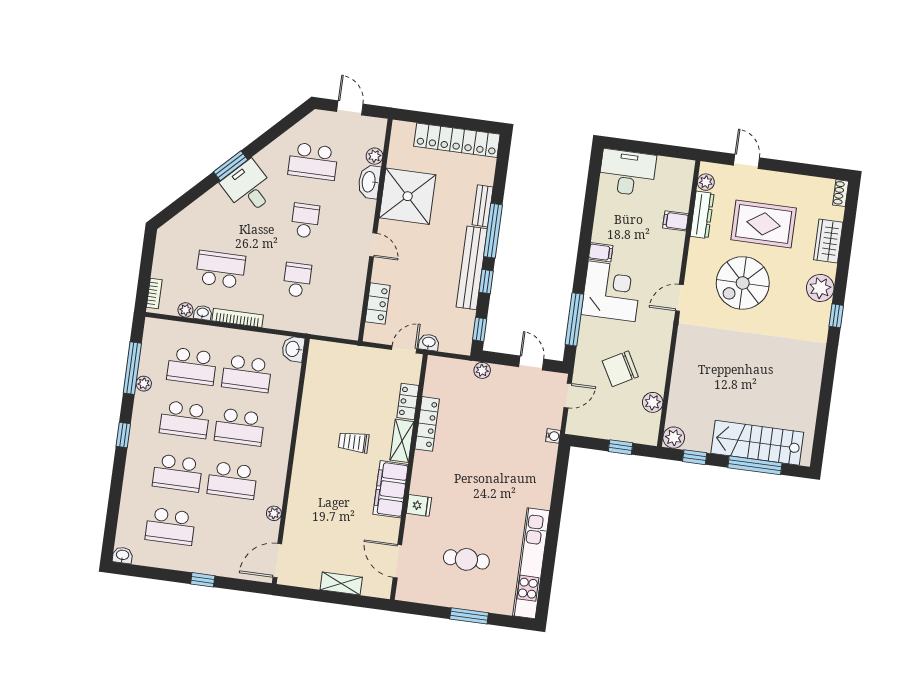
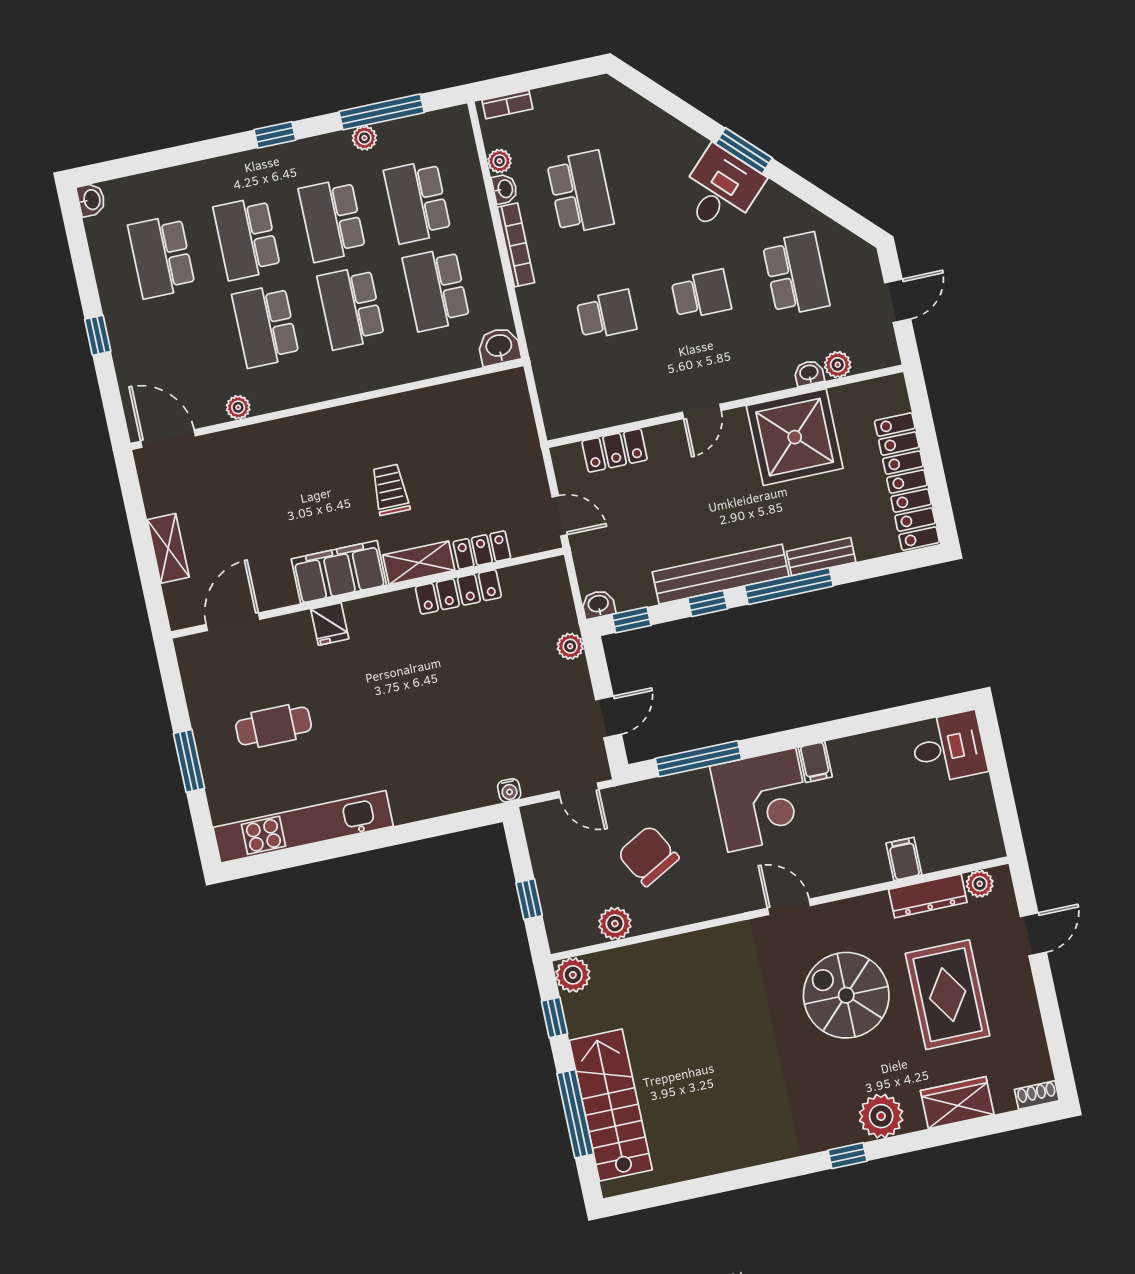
school desk: (313, 161) -> (796, 274), turned 180
desk: (627, 173) -> (949, 747), width x0.73
washbasin: (369, 182) -> (809, 373), width x0.52, depth x0.69
washbasin: (429, 342) -> (598, 604), moved, turned -90
cafe table: (466, 559) -> (274, 726), turned 90

